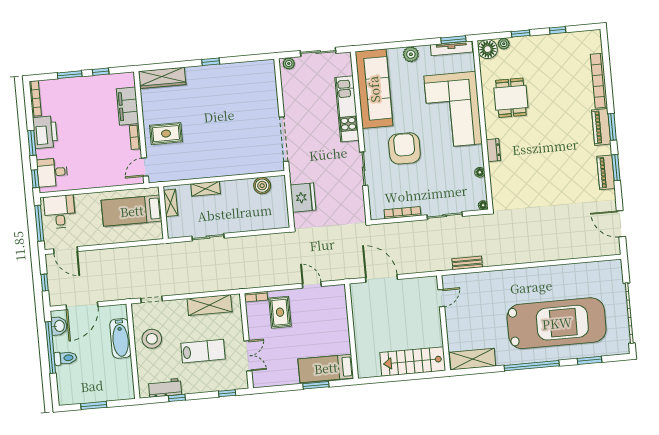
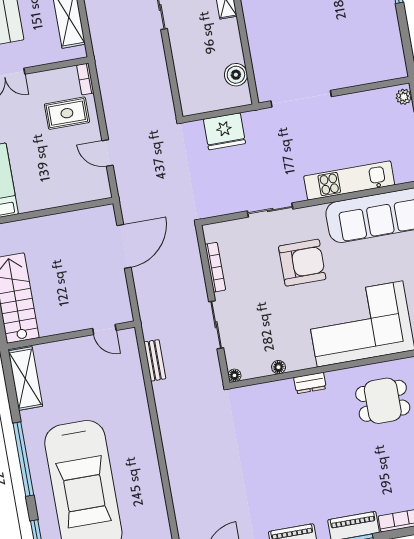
door: (312, 285) -> (107, 153), swing flipped

